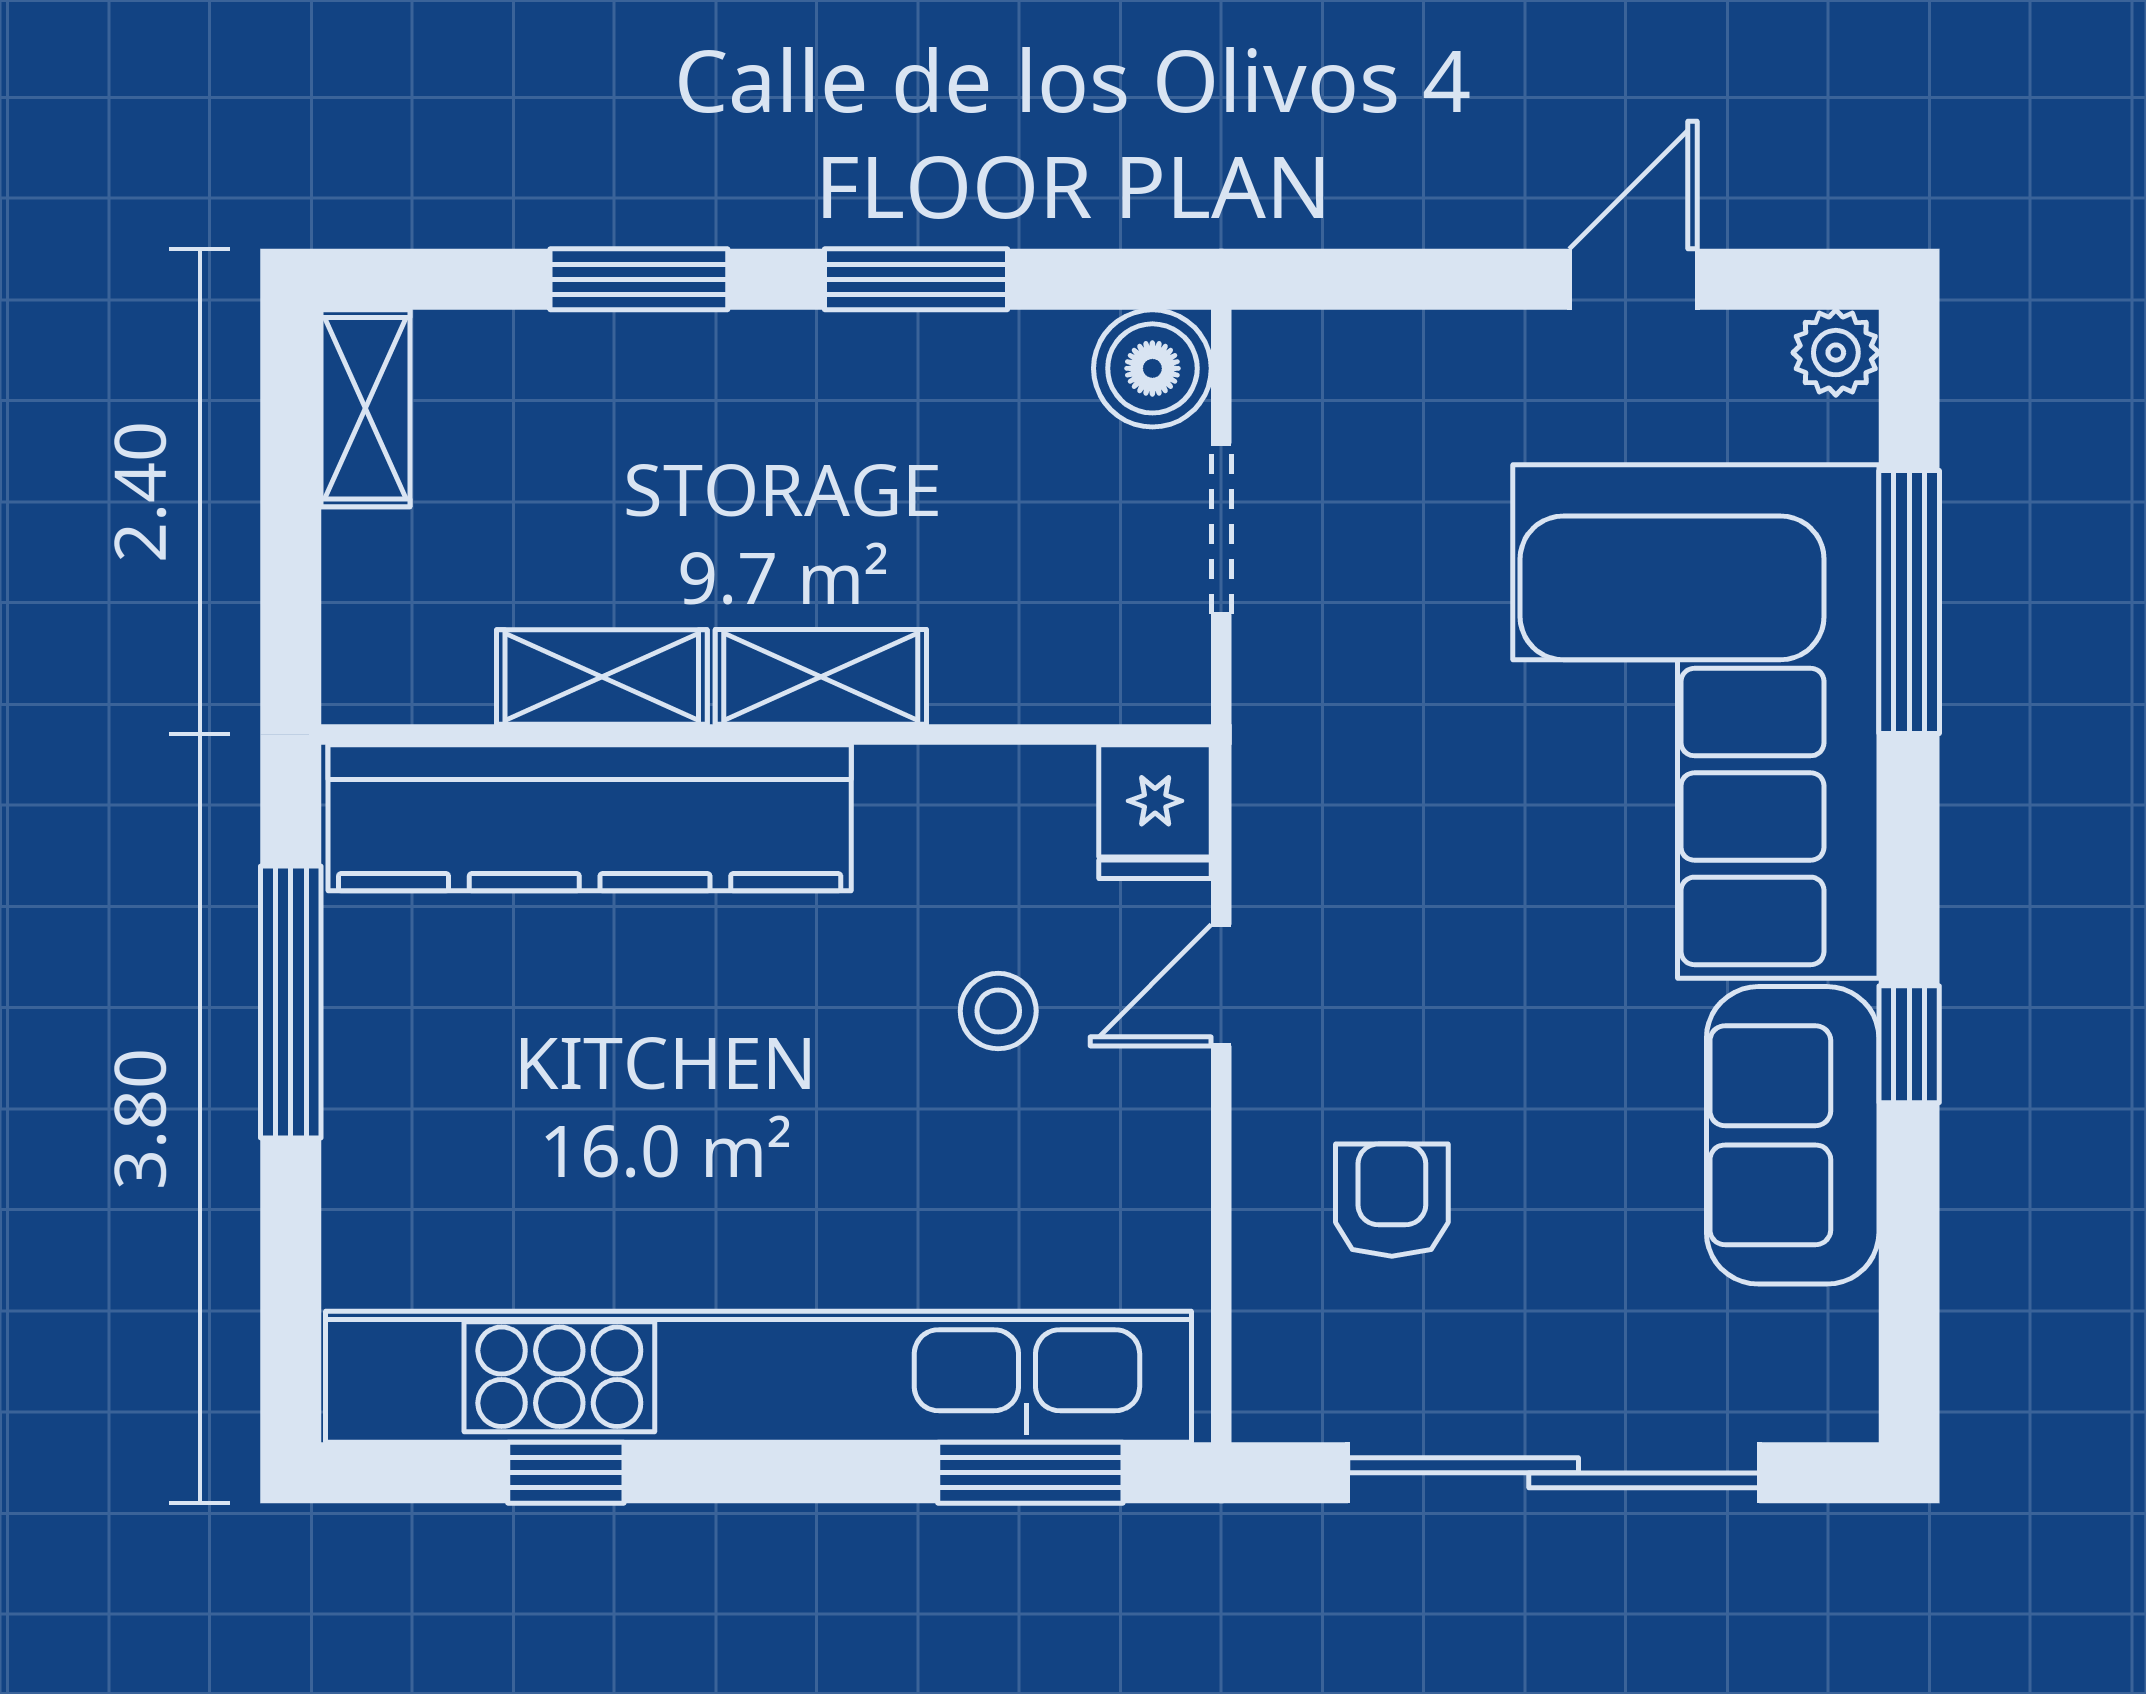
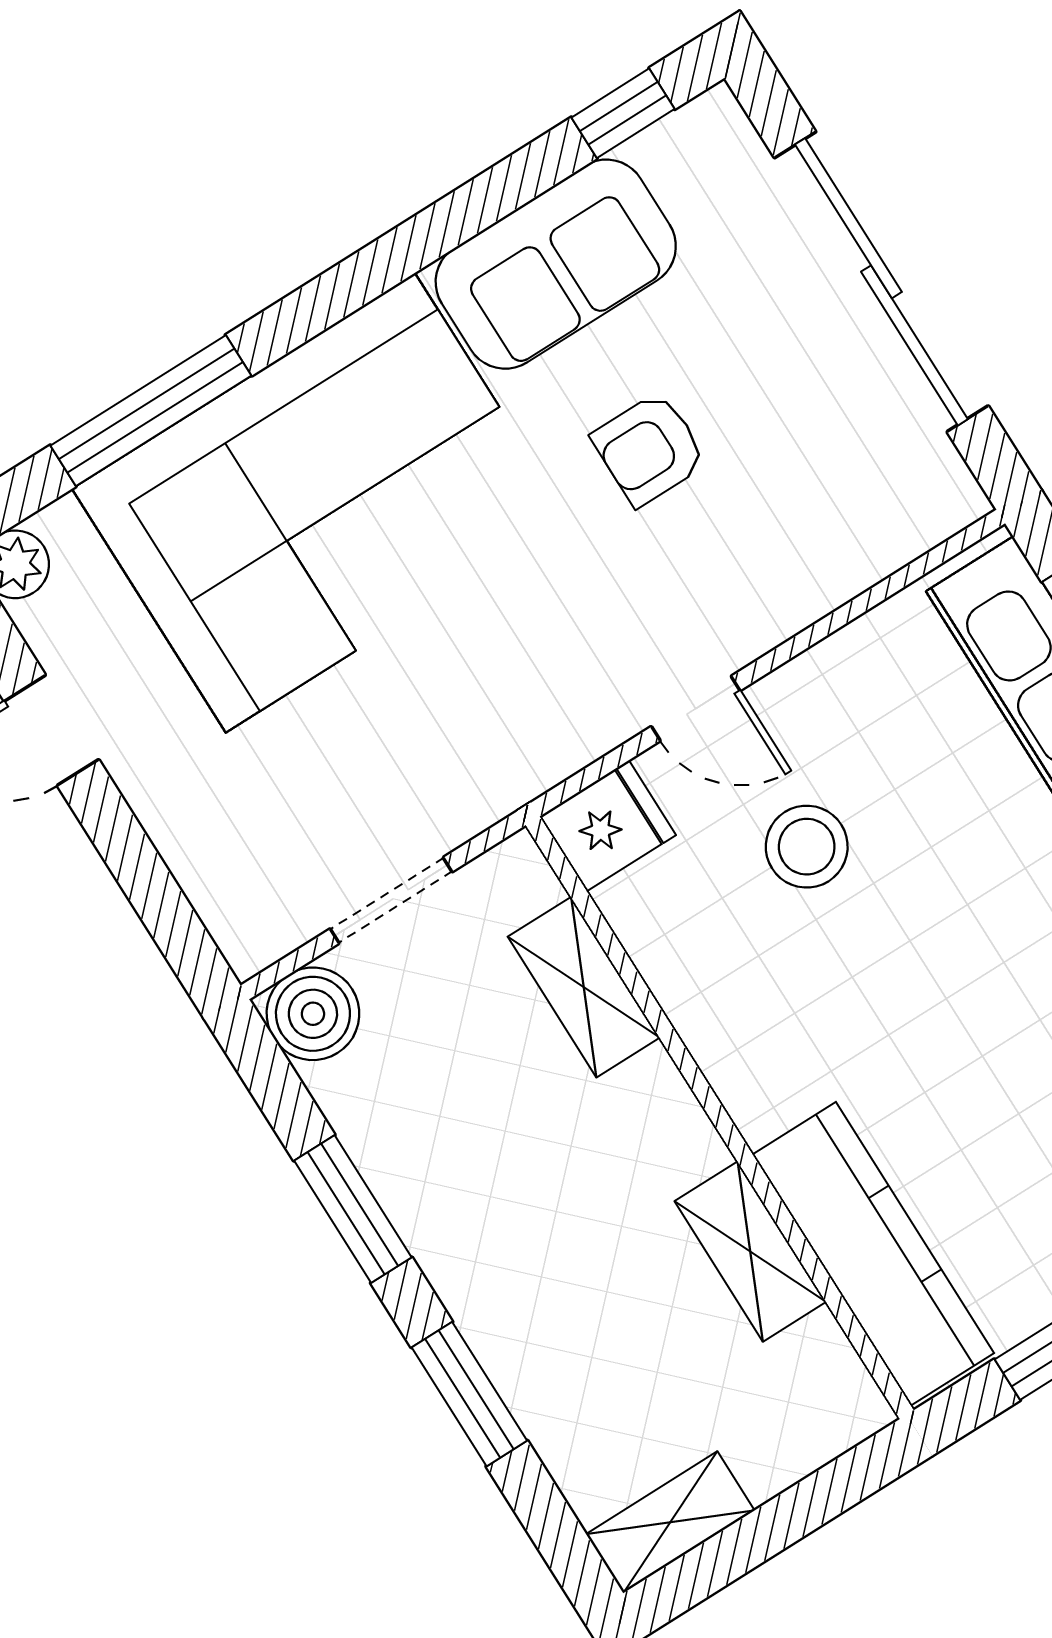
shelving: (821, 677) -> (584, 987), moved
kitchen counter: (590, 818) -> (873, 1254), width x0.72, depth x0.86
stool: (998, 1011) -> (807, 847), width x1.37, depth x1.37
window: (1909, 1044) -> (623, 113), moved
armchair: (1392, 1200) -> (649, 449), moved

